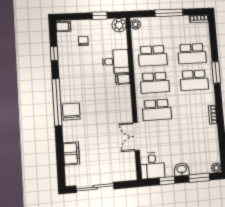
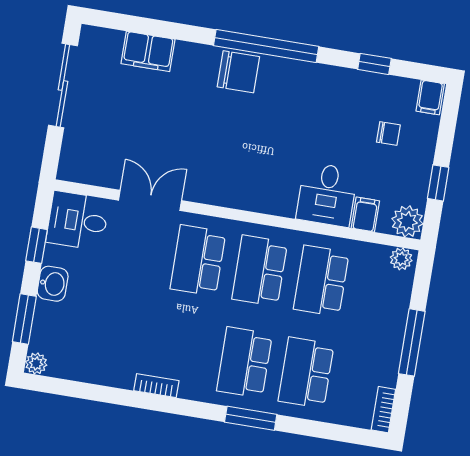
filing cabinet: (123, 79) -> (365, 214), moved

